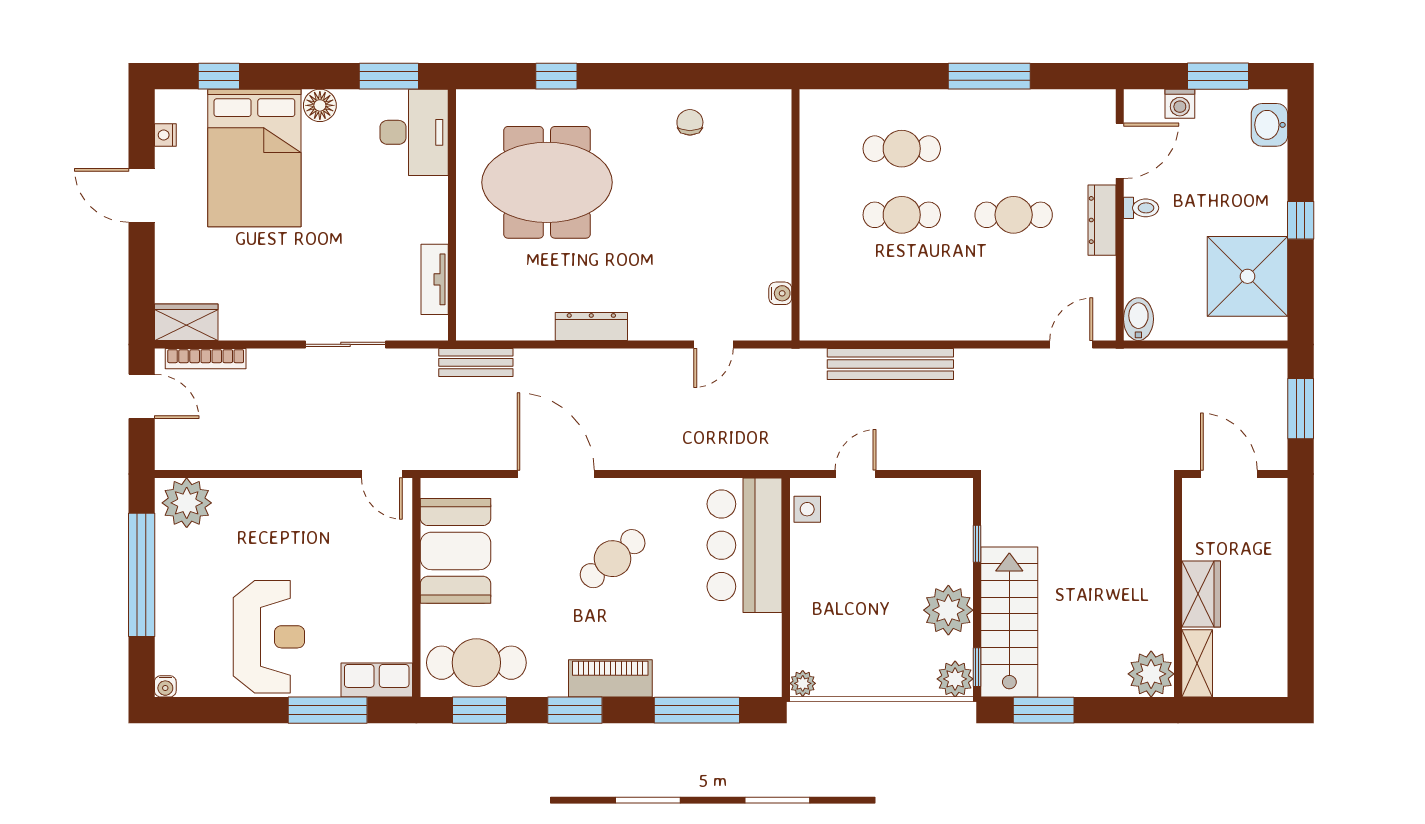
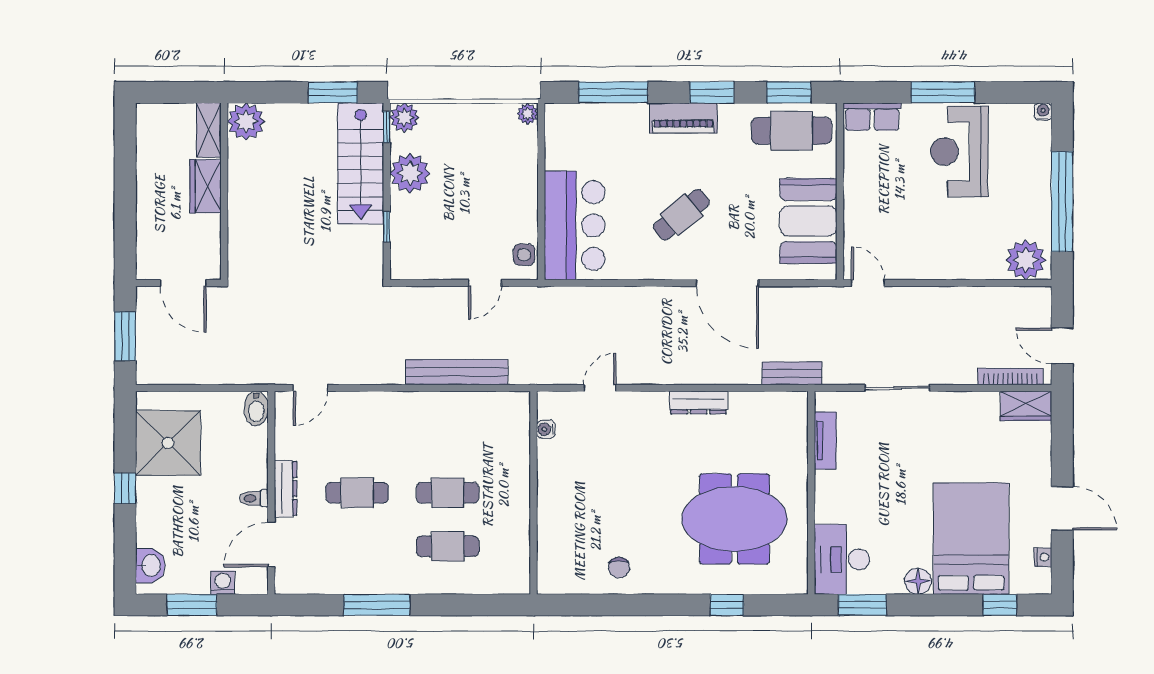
window: (328, 710) -> (943, 92), moved

